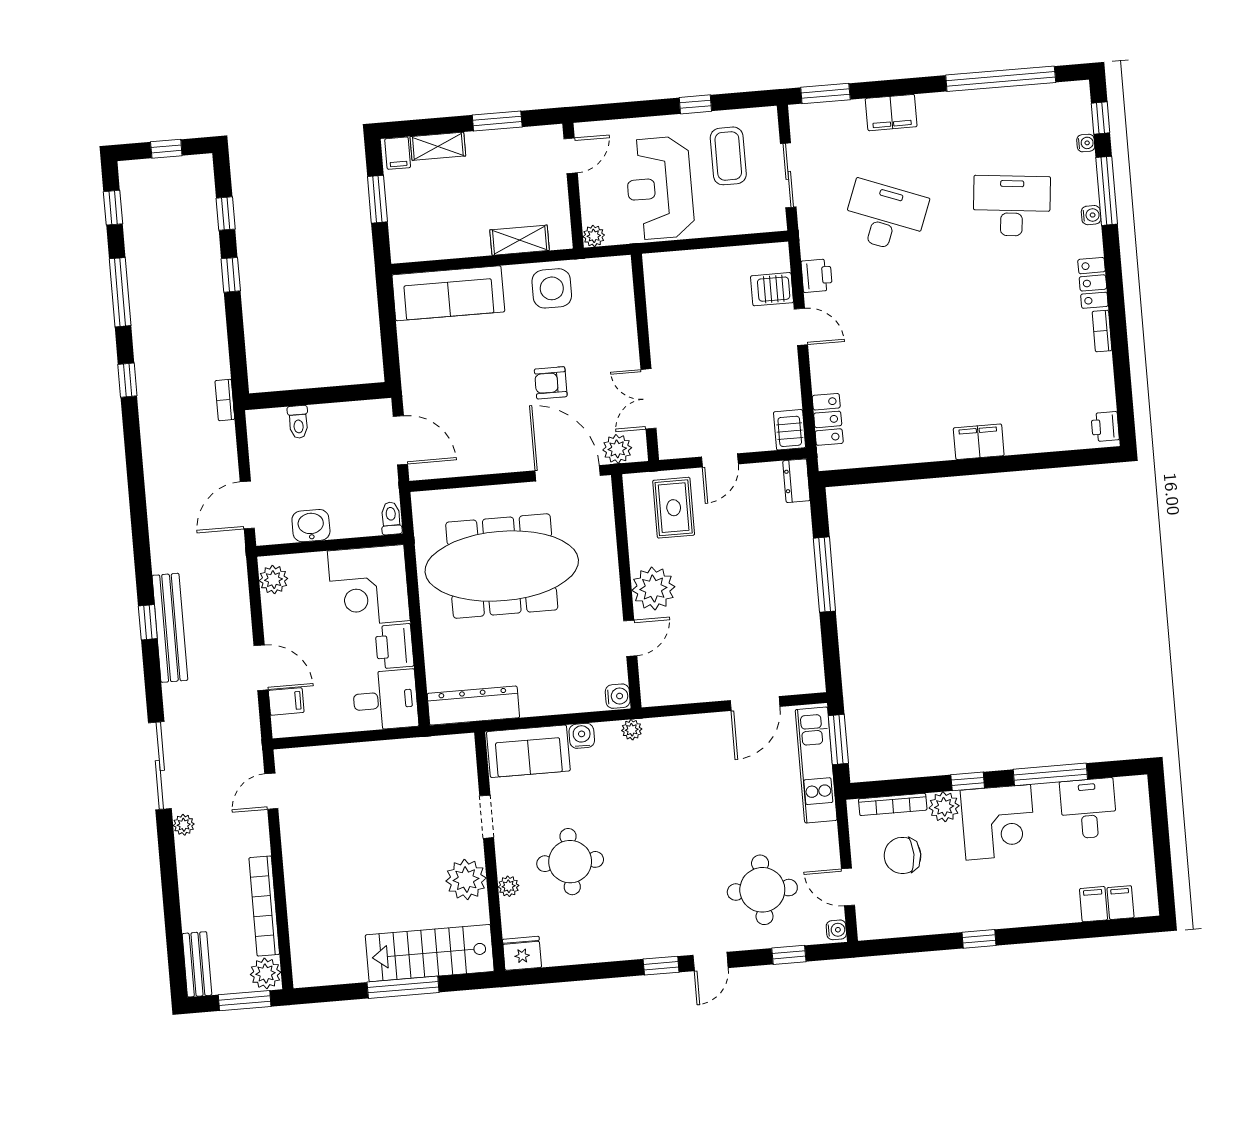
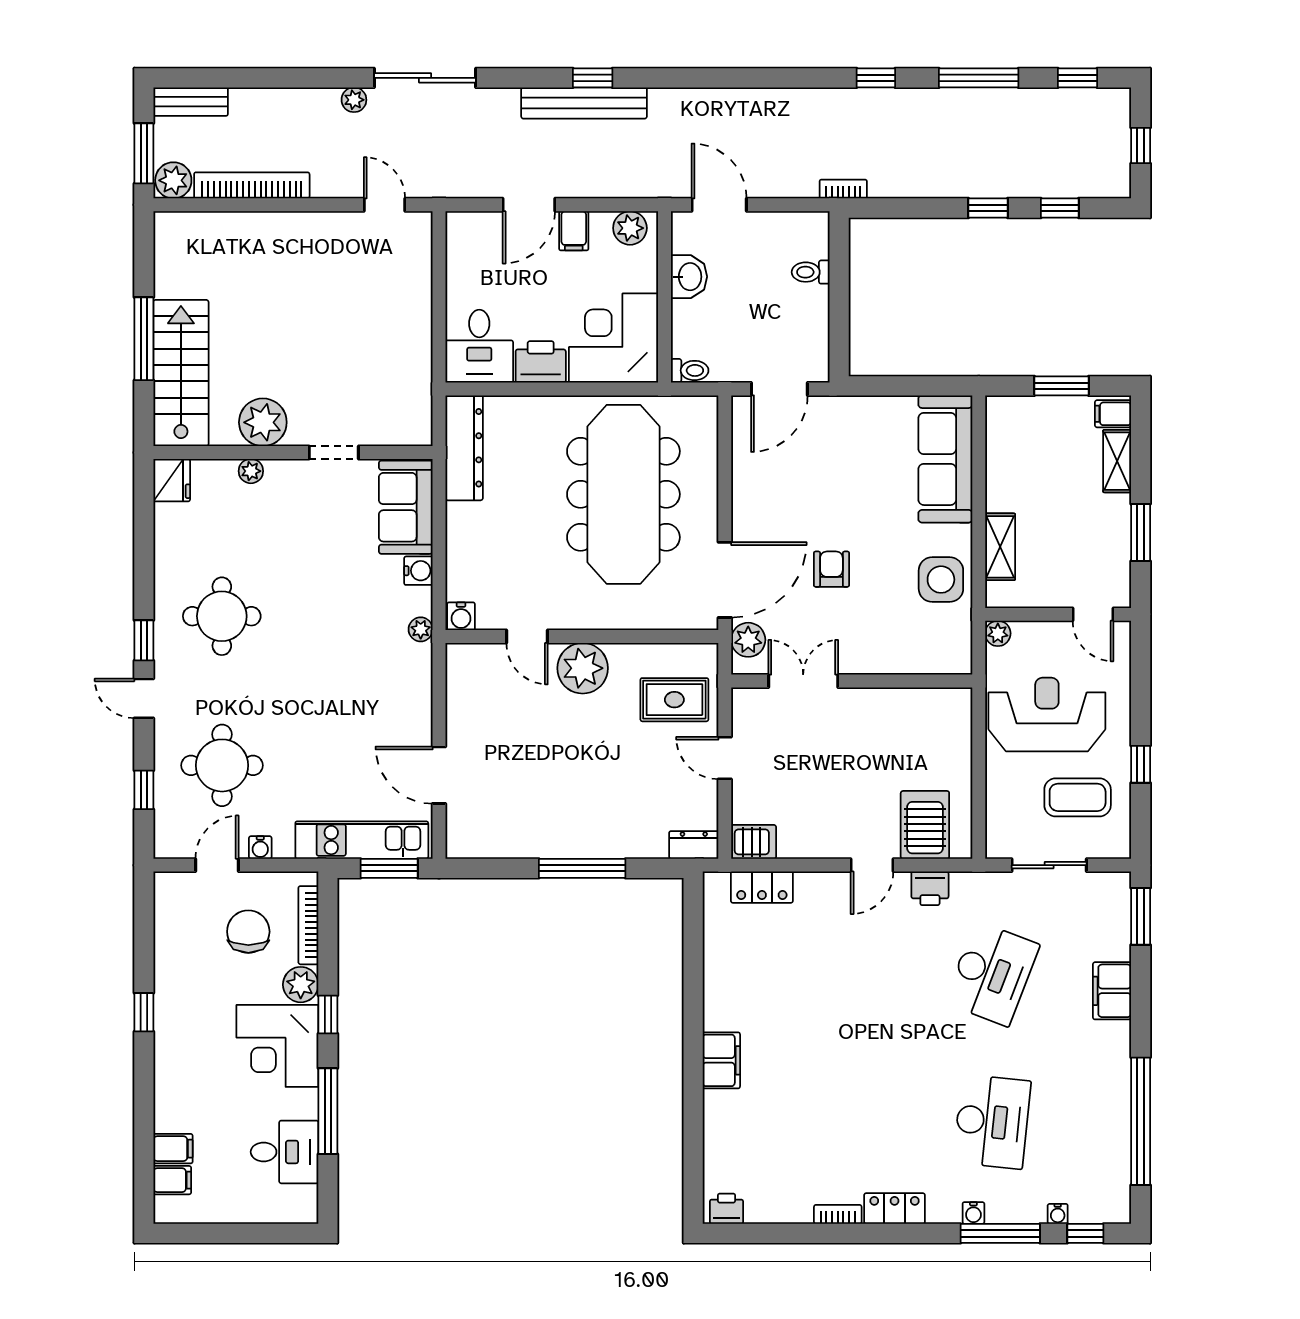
server rack: (772, 289) -> (925, 825), width x1.36, depth x1.44
filing cabinet: (286, 701) -> (574, 231), moved
round table: (570, 862) -> (222, 616), moved
water cooler: (836, 930) -> (260, 847), moved

